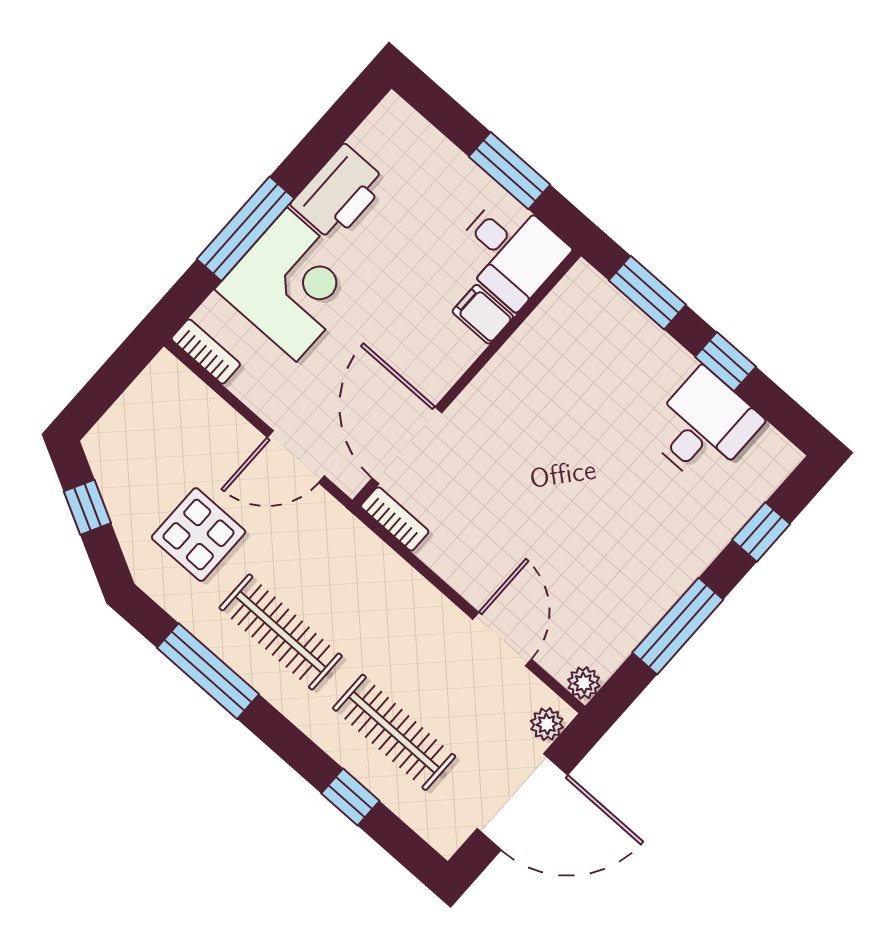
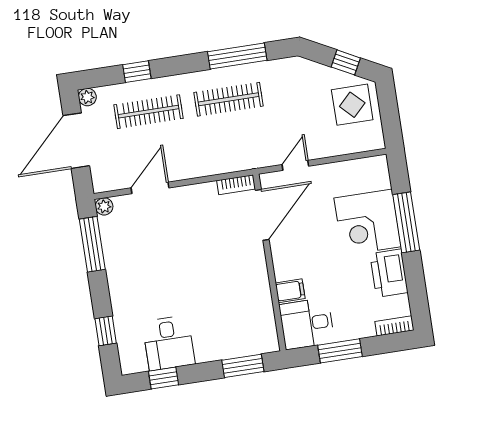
bookcase: (206, 352) -> (394, 326), moved, turned 180
window: (725, 362) -> (163, 378), moved
door: (407, 445) -> (262, 215), hinge flipped
door: (296, 457) -> (295, 165), width x0.73
display table: (199, 535) -> (352, 105), moved
window: (678, 626) -> (92, 244), moved
door: (502, 639) -> (150, 188), swing flipped
plant: (547, 724) -> (87, 97), moved

